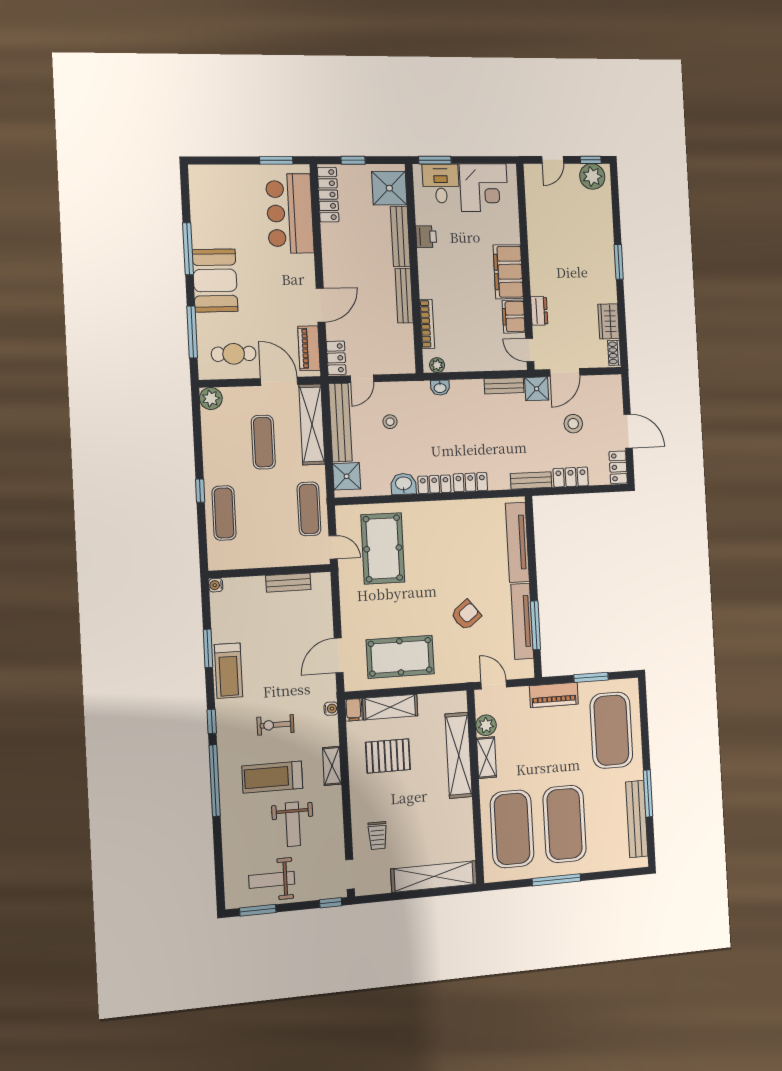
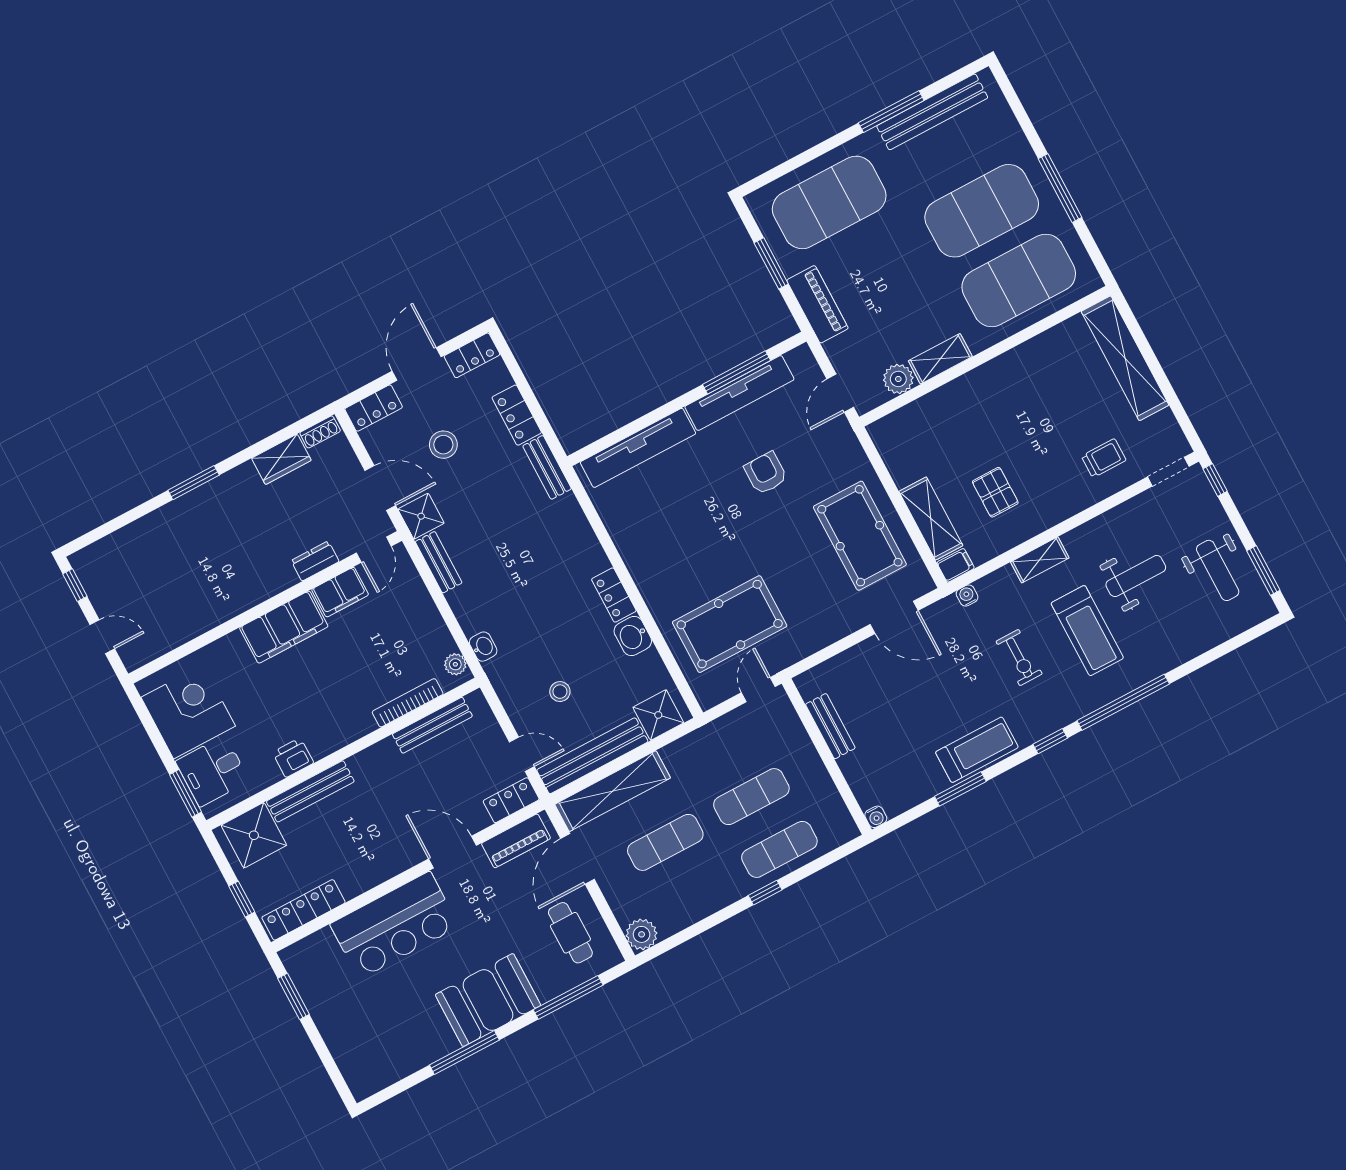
plant: (592, 176) -> (96, 573), removed
bar counter: (290, 213) -> (394, 925), moved
bench: (404, 296) -> (432, 725), moved
locker: (470, 482) -> (374, 408), moved, turned -90
exercise mat: (309, 509) -> (751, 797), moved
armchair: (466, 615) -> (766, 473), turned 38
shelving: (459, 755) -> (954, 398), removed
pallet: (388, 756) -> (995, 492), width x0.67, depth x0.71

